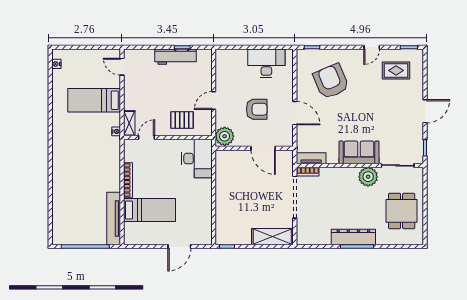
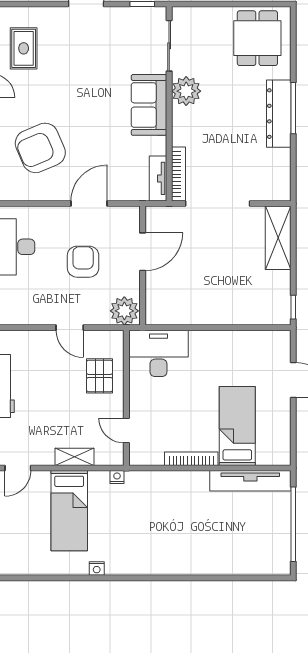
nightstand: (56, 64) -> (97, 569), moved
shelving: (129, 123) -> (74, 457), moved
bookcase: (308, 172) -> (178, 174), width x1.56
dining table: (402, 211) -> (257, 38), moved, turned 90

